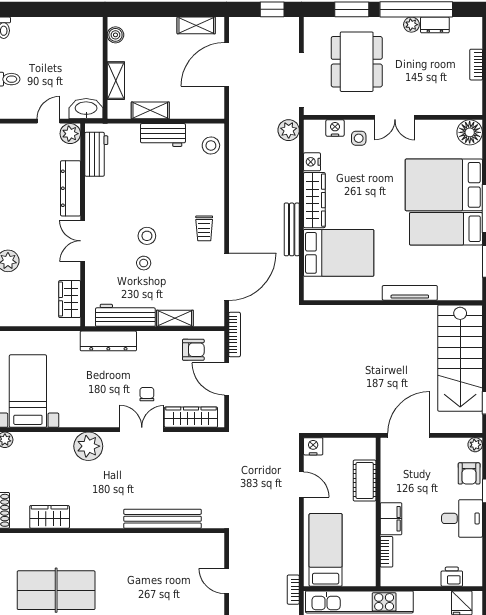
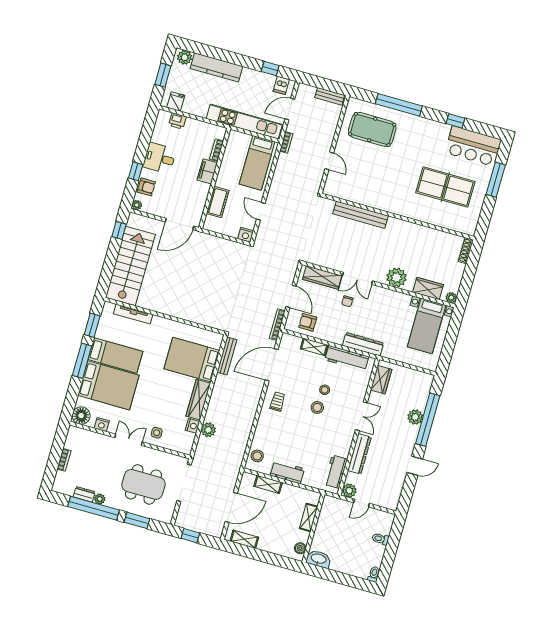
dining table: (357, 62) -> (143, 484), turned 90
washbasin: (86, 109) -> (318, 559), moved, turned 180
shelving: (150, 110) -> (268, 484), moved
nightstand: (335, 128) -> (102, 425), moved
plant: (289, 130) -> (208, 430), moved
bench: (292, 229) -> (227, 356), moved
tv unit: (410, 293) -> (133, 314), moved
armchair: (469, 473) -> (146, 187), turned 90
wardrobe: (50, 517) -> (428, 288), moved, turned 180

